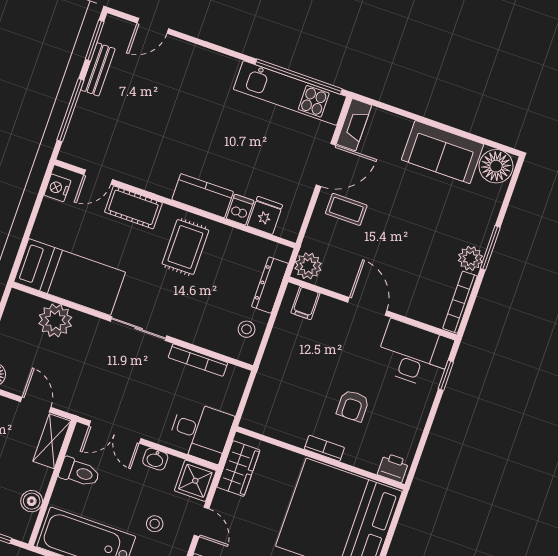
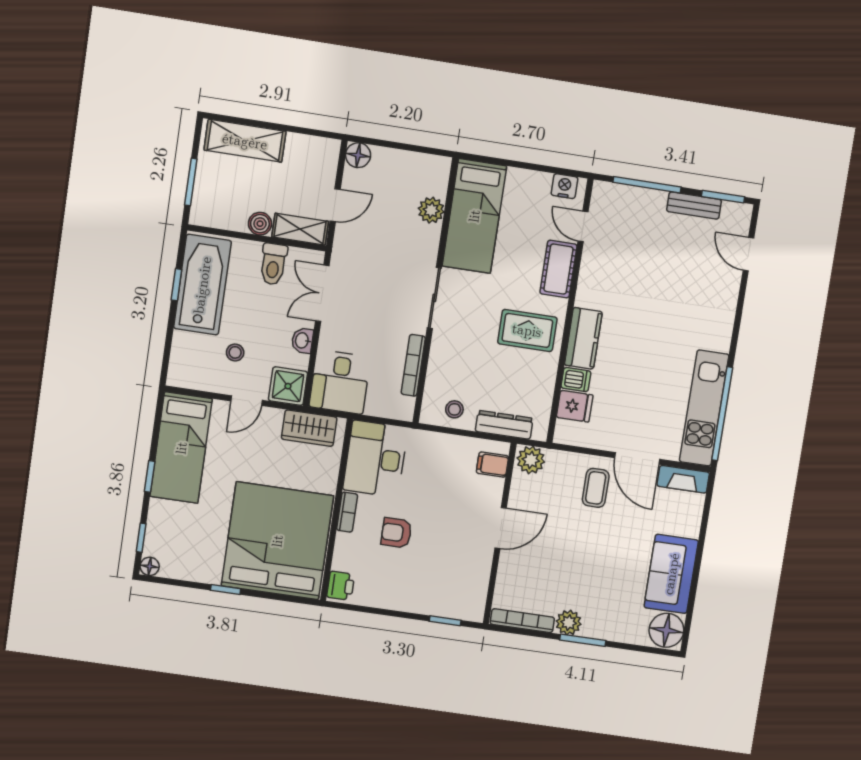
plant: (55, 321) -> (431, 210), width x0.73, depth x0.73
desk: (414, 354) -> (375, 459), moved, turned 180
boiler: (32, 501) -> (260, 224), moved

